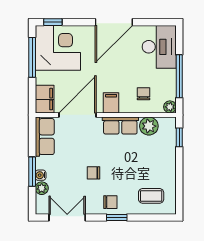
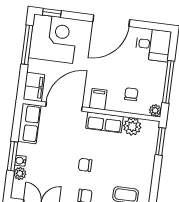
desk: (159, 47) -> (153, 45), width x0.73
window: (179, 137) -> (160, 141), width x1.50
chair: (94, 173) -> (85, 165), moved

